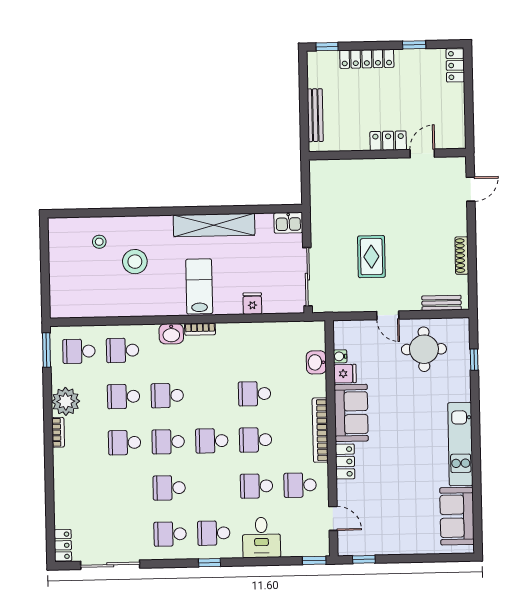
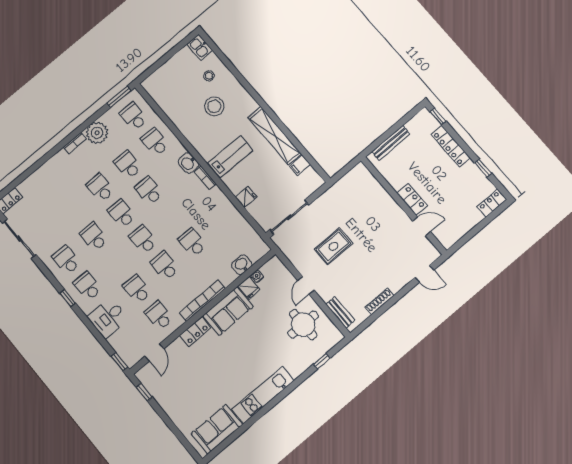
kitchen sink: (288, 223) -> (200, 47), moved
filing cabinet: (264, 224) -> (300, 165), added

